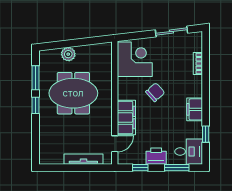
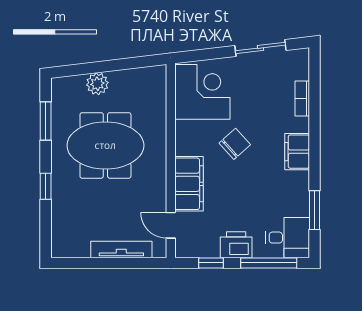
window: (35, 105) -> (46, 186), moved
filing cabinet: (195, 109) -> (297, 152), moved
window: (206, 134) -> (314, 210), width x1.50
door: (115, 144) -> (171, 225), swing flipped
window: (177, 168) -> (269, 263), width x1.44

